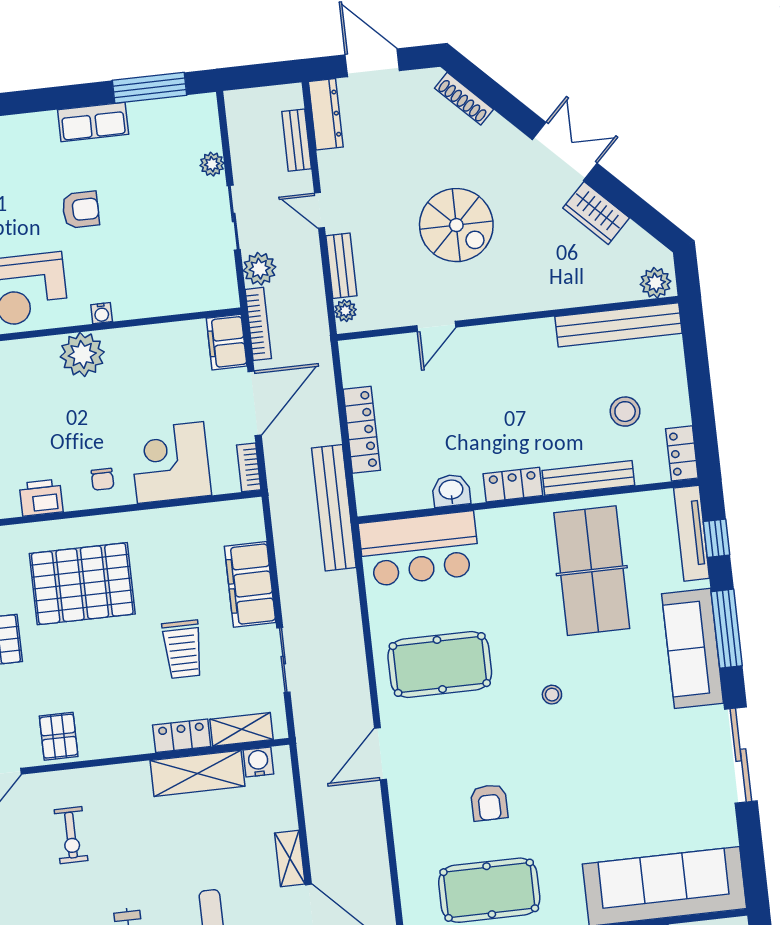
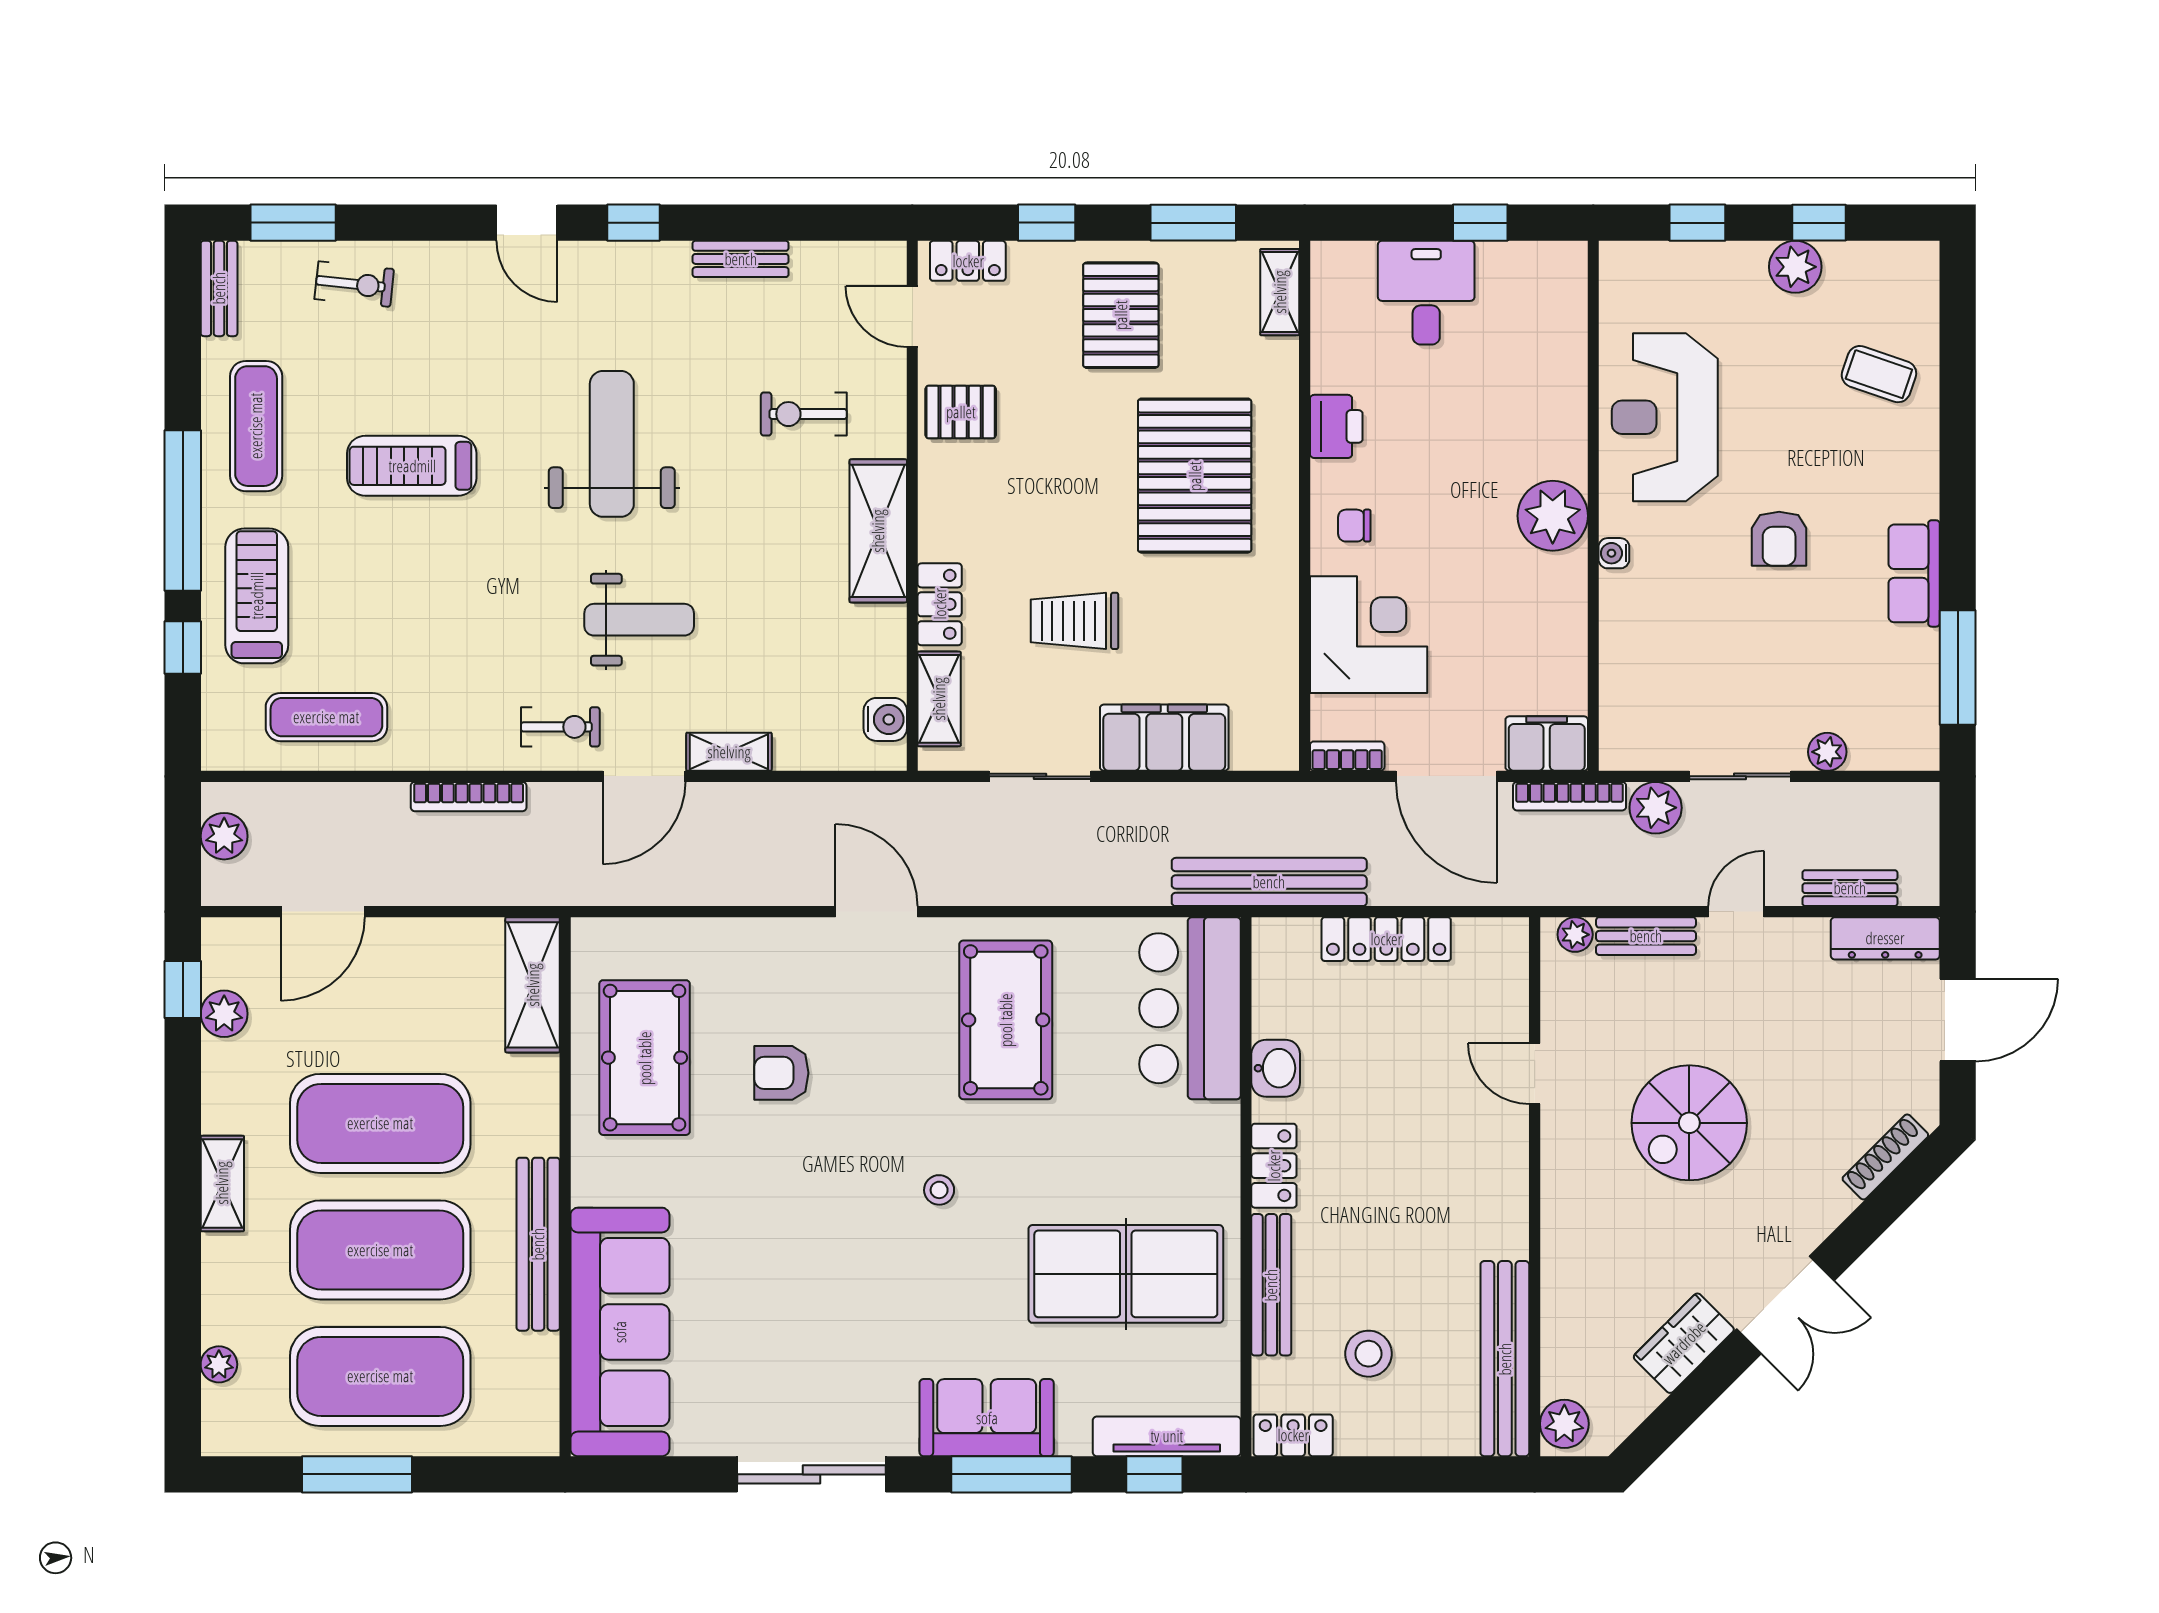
sofa: (693, 648) -> (987, 1418), width x0.73
shelving: (198, 773) -> (878, 531), moved

